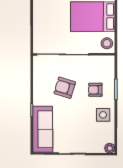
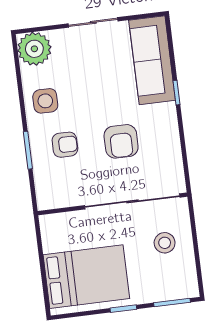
stool: (107, 43) -> (165, 243), moved
armchair: (65, 88) -> (121, 141), turned 73
plant: (110, 148) -> (34, 49), width x1.88, depth x1.88

